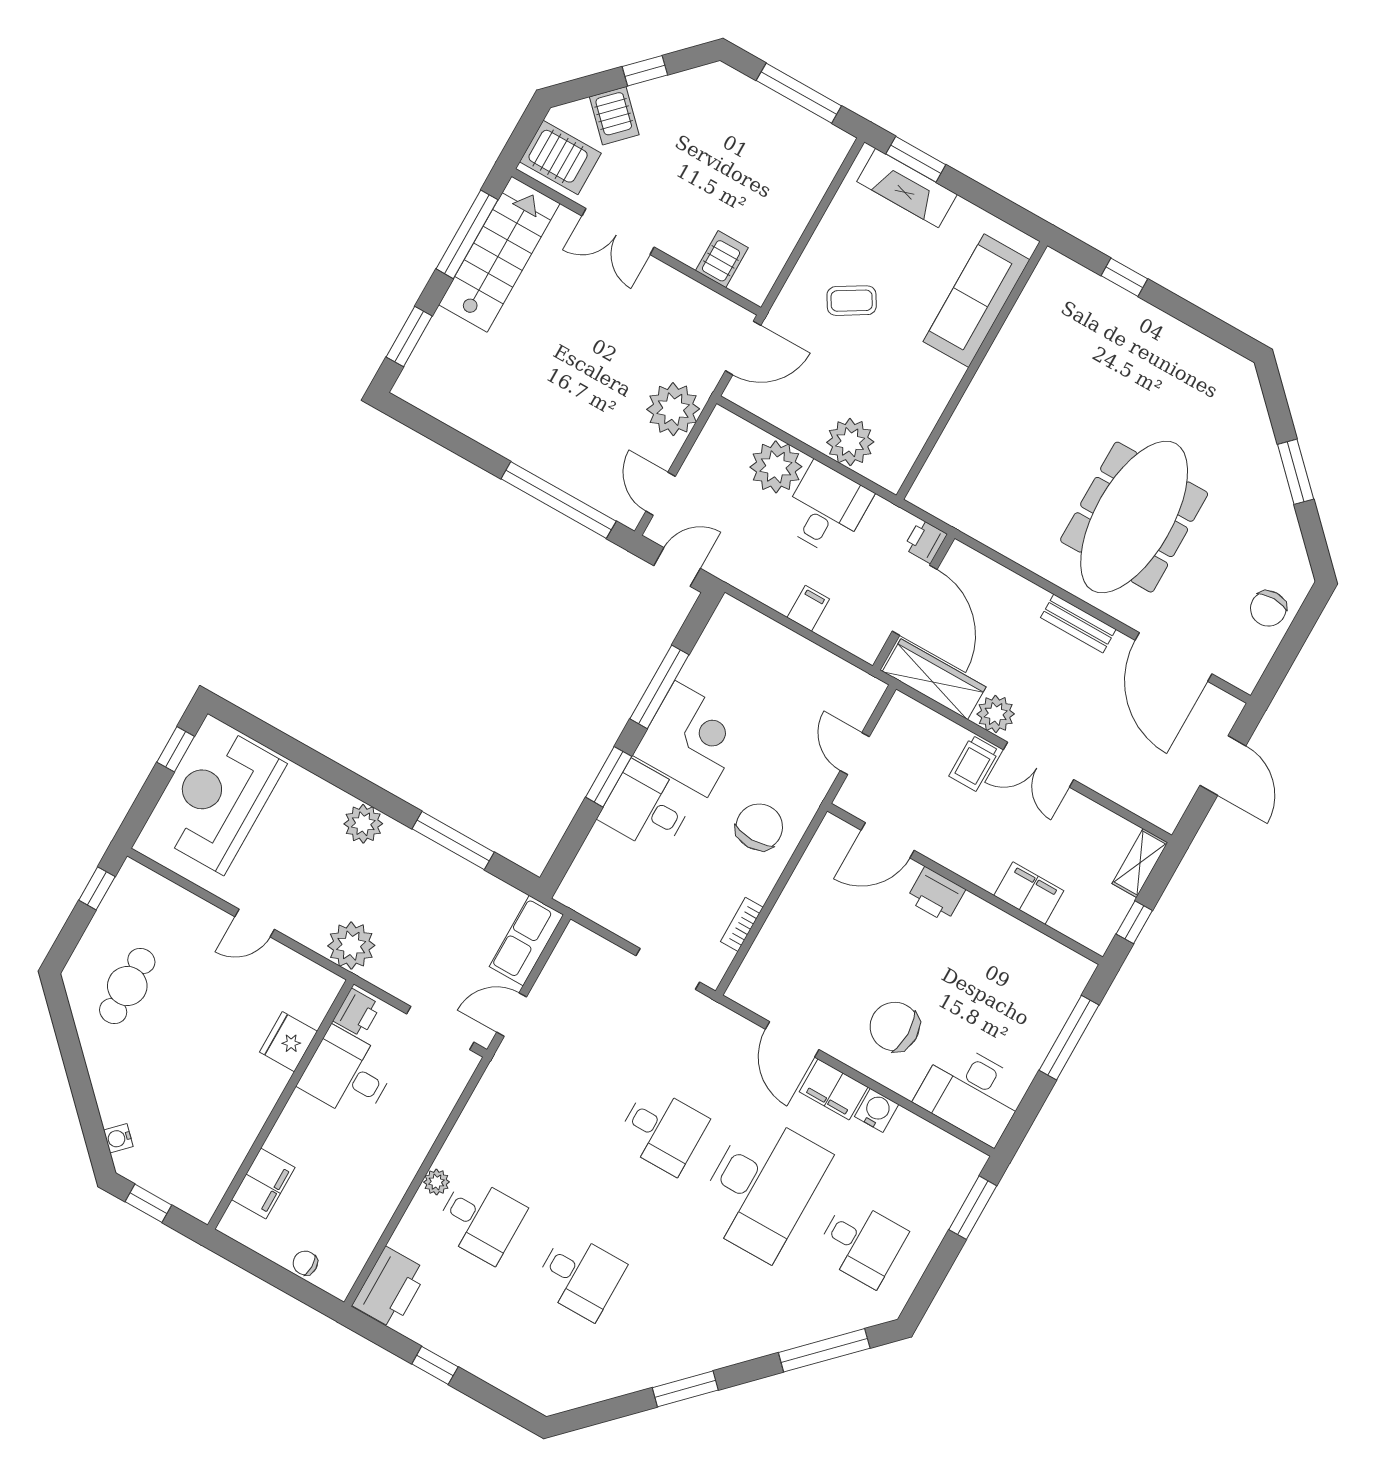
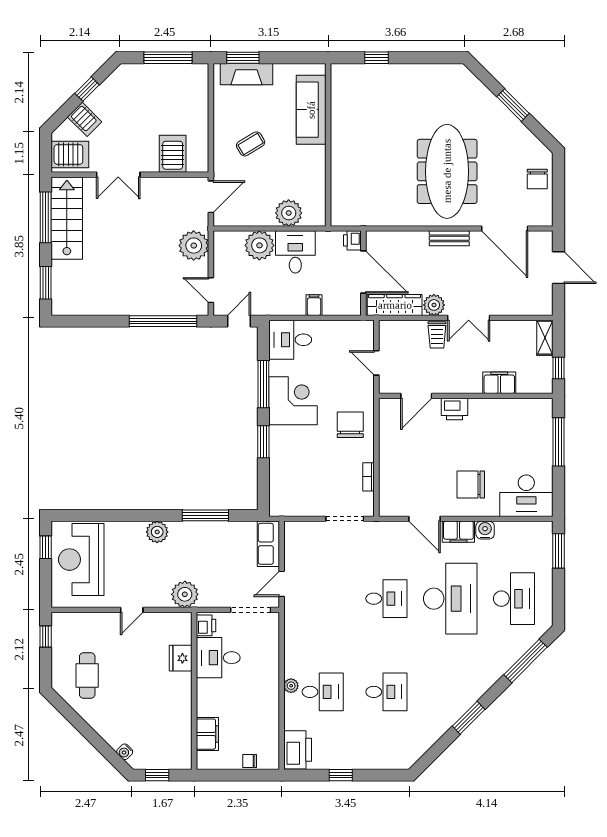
server rack: (722, 259) -> (173, 154), width x1.36, depth x1.44
desk: (647, 807) -> (290, 340), moved
desk: (861, 1243) -> (514, 599), width x1.37

